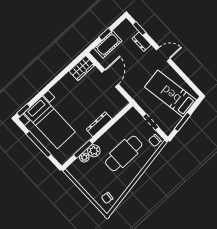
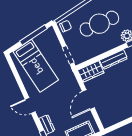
wardrobe: (82, 68) -> (91, 71), moved, turned 180
doorway: (151, 122) -> (68, 55), moved
window: (182, 122) -> (33, 35), width x1.44

